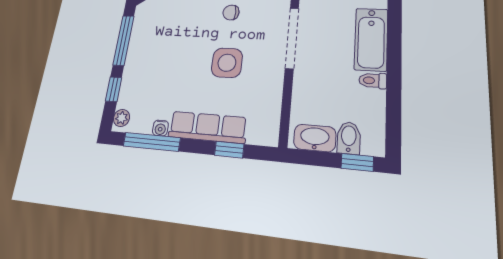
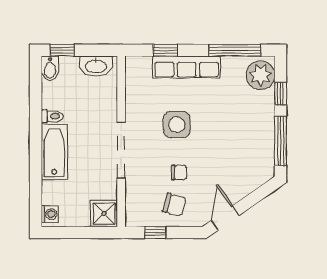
plant: (121, 118) -> (261, 75), width x1.88, depth x1.88
water cooler: (160, 128) -> (229, 63), removed
bidet: (349, 138) -> (50, 68), moved

